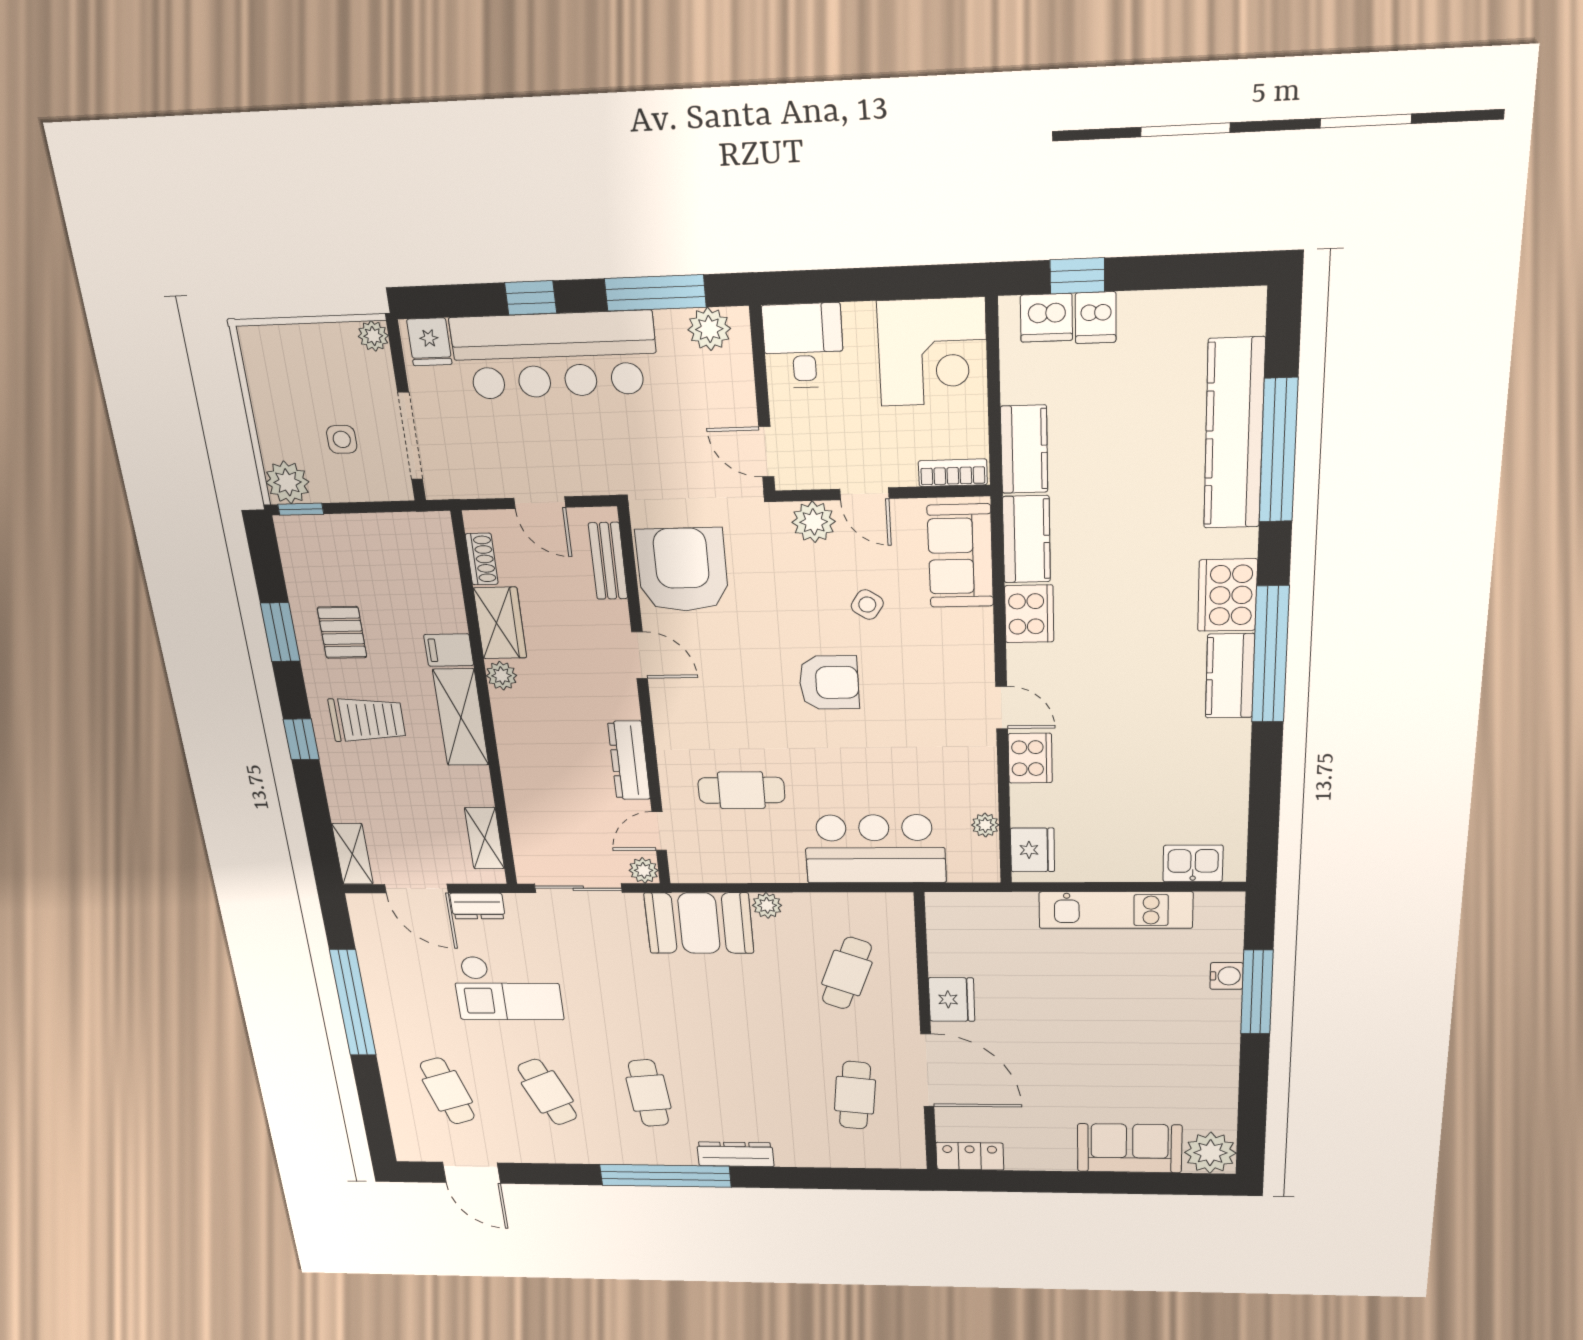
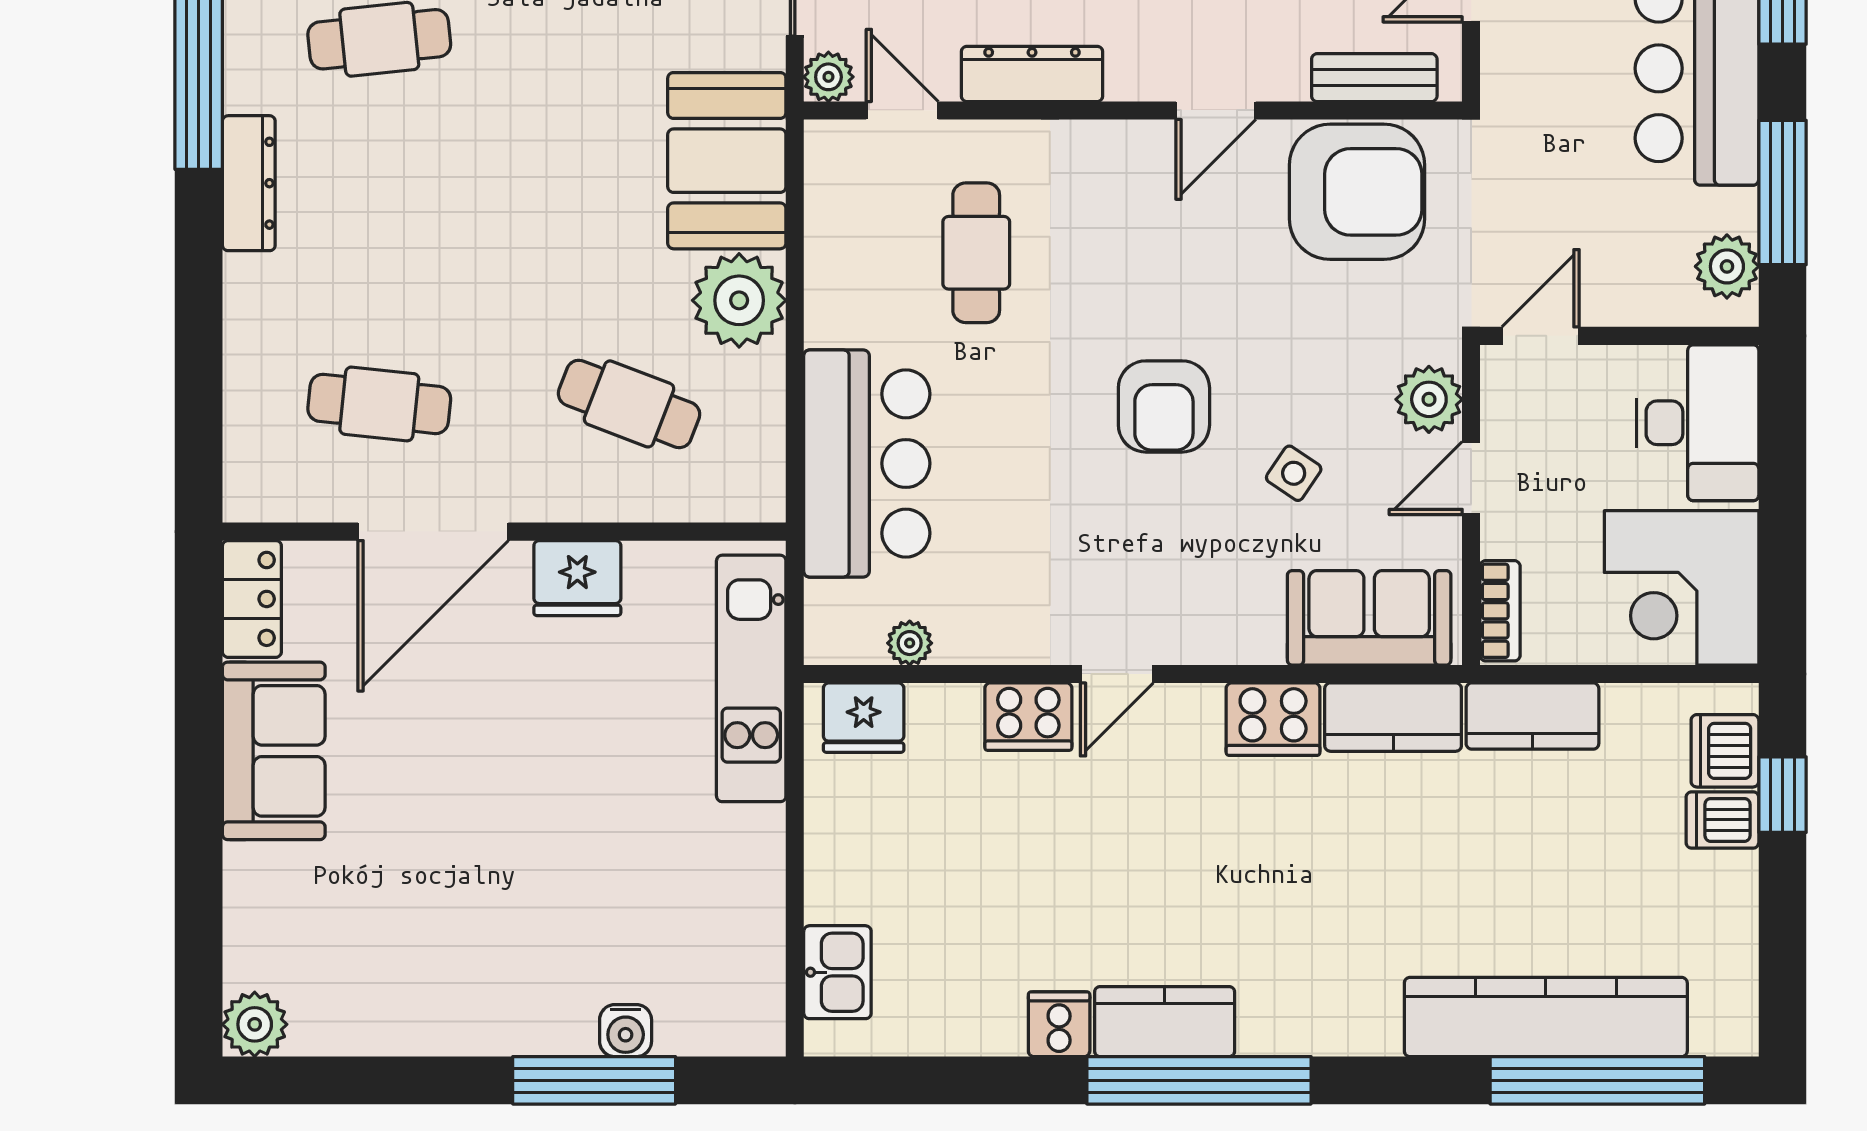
desk: (803, 346) -> (1698, 423), width x1.37
window: (1278, 451) -> (1597, 1080), moved
cooker: (1227, 595) -> (1059, 1024), moved, width x0.53, depth x0.76
plant: (767, 905) -> (739, 300), width x1.87, depth x1.87
kitchen unit: (1116, 910) -> (751, 678), moved
sofa: (1130, 1148) -> (274, 751), moved
plant: (1210, 1153) -> (255, 1024), width x0.73, depth x0.73

